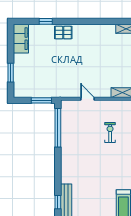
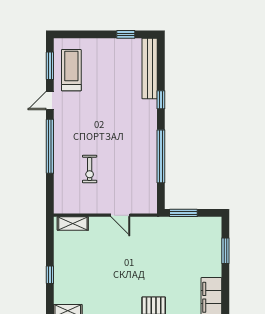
window: (58, 128) -> (161, 156), moved
window: (58, 202) -> (161, 100), moved

